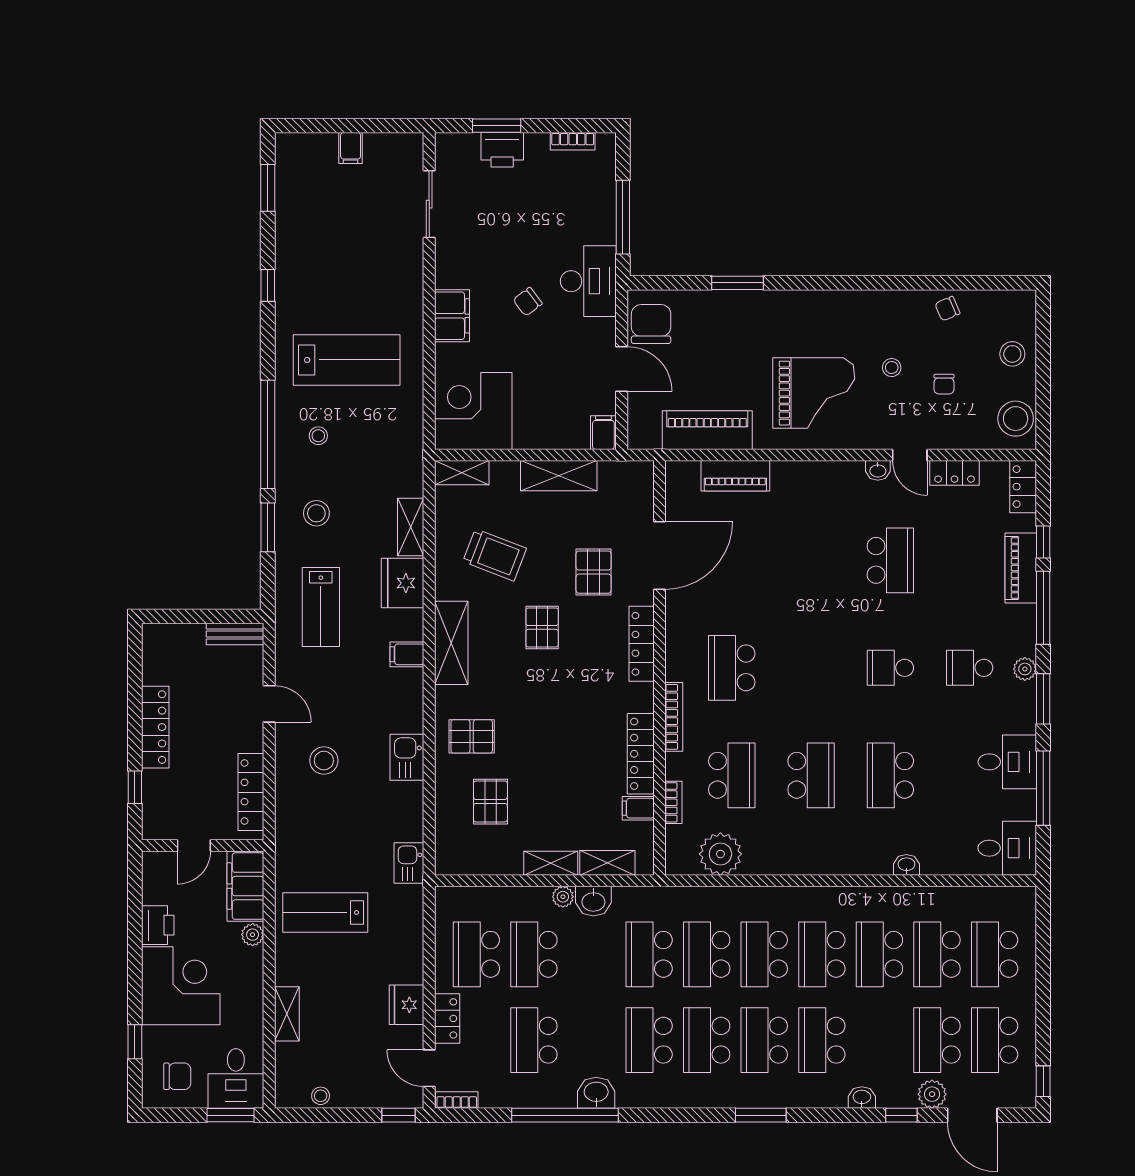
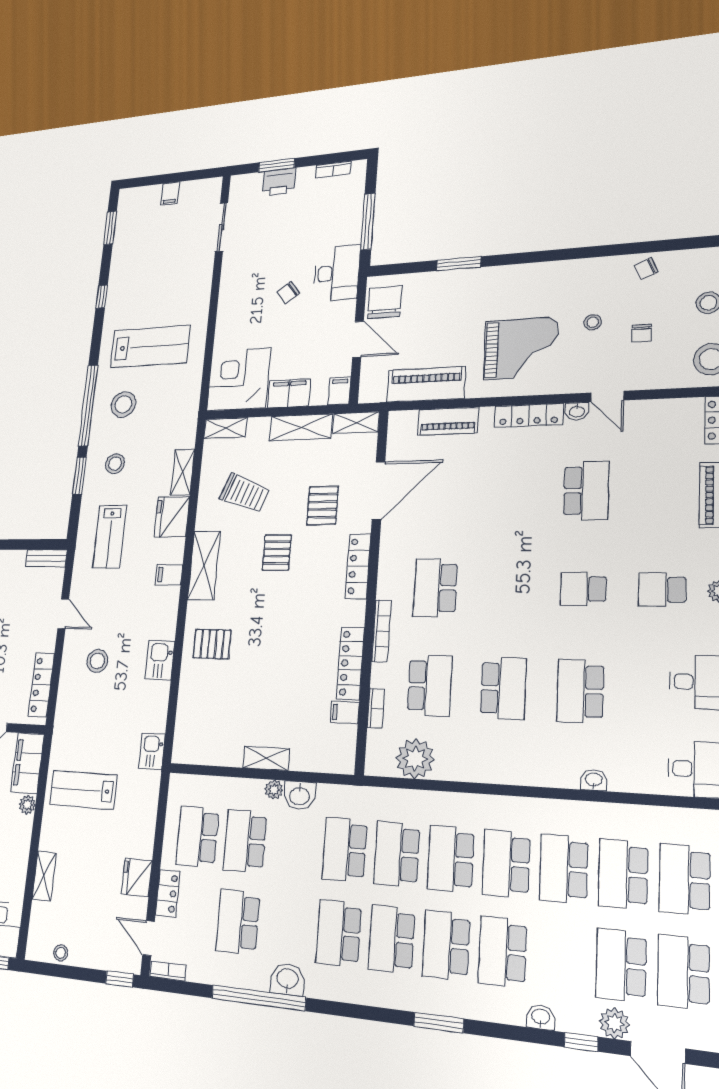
filing cabinet: (452, 316) -> (289, 393), moved, turned -90
stool: (318, 436) -> (123, 404), width x1.89, depth x1.89
locker: (955, 473) -> (529, 415), moved, width x1.53
pallet: (490, 802) -> (222, 701), removed
shelving: (607, 863) -> (356, 423), moved

